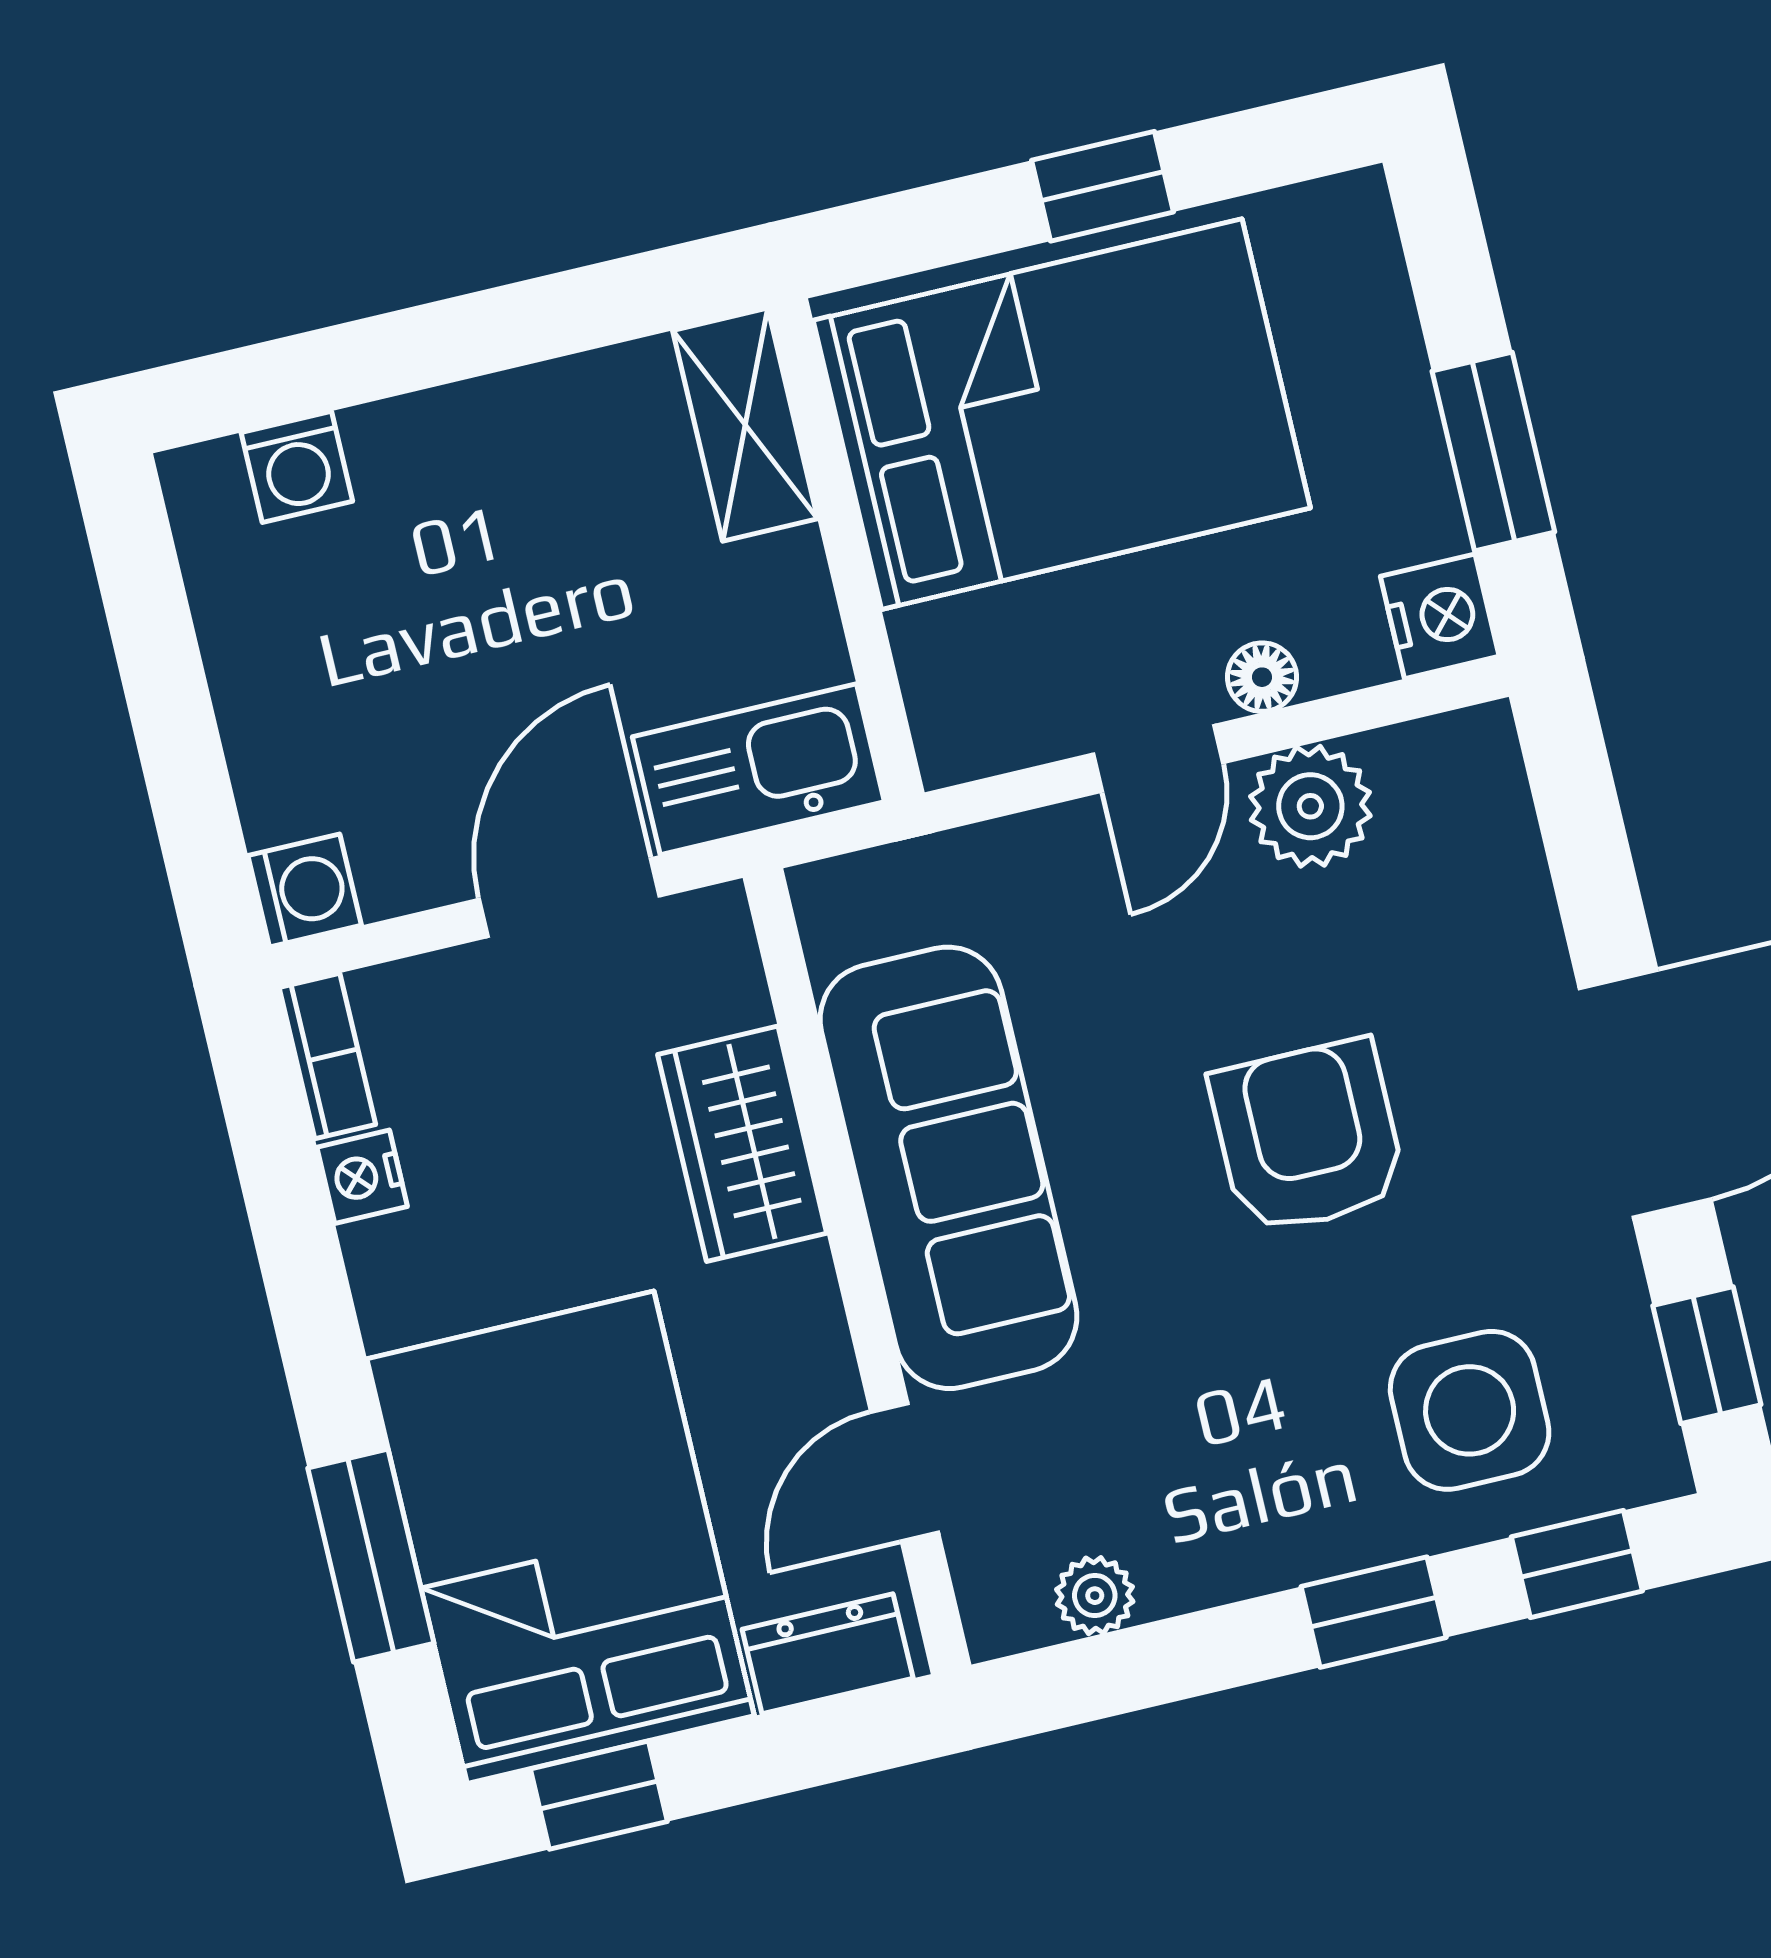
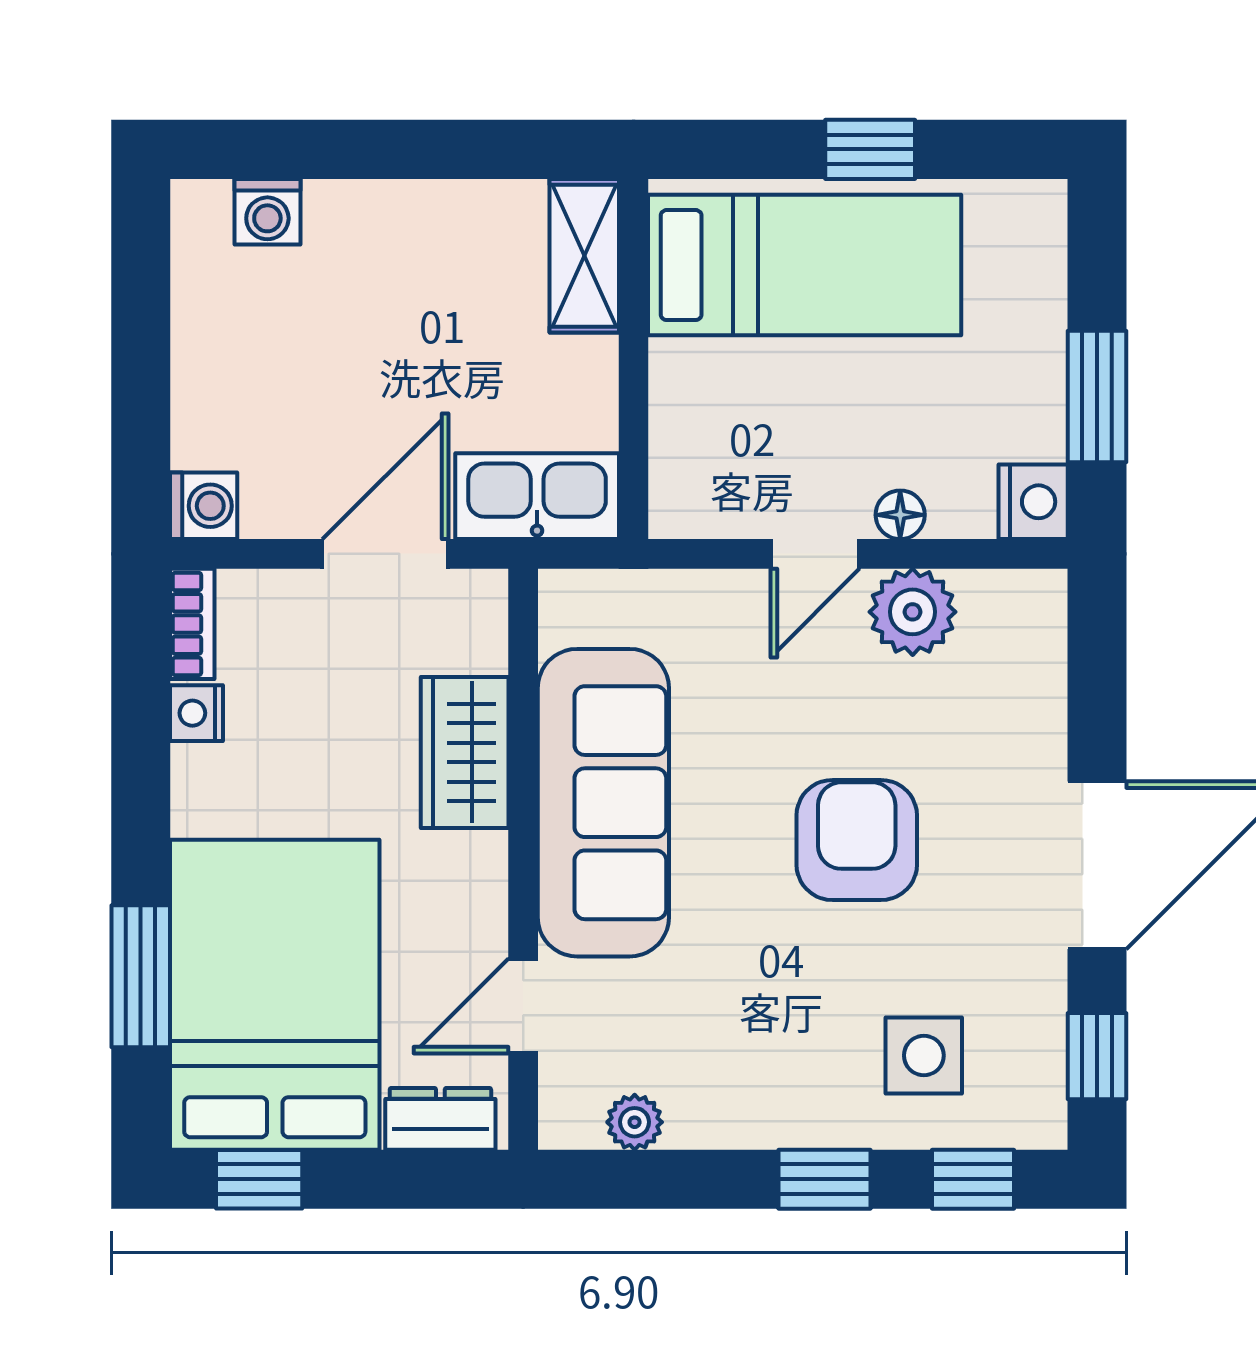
bed: (1062, 414) -> (805, 265), width x0.67
side table: (1470, 1410) -> (924, 1055), width x0.73, depth x0.73

